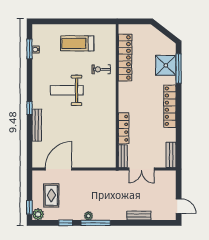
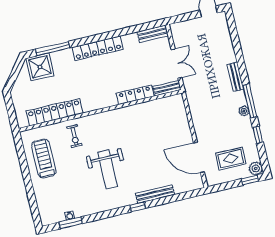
treadmill: (77, 43) -> (44, 158), moved, turned 180
shower: (166, 65) -> (40, 67), moved
bench: (139, 216) -> (235, 77), moved

